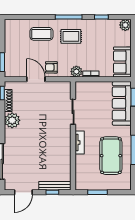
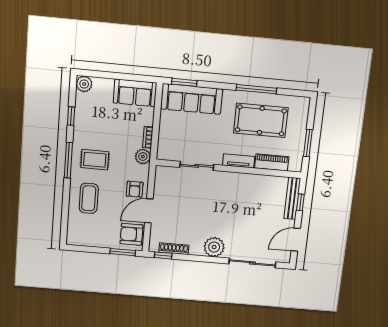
rug: (71, 36) -> (95, 160), turned 90
armchair: (17, 68) -> (132, 234), added
plant: (12, 120) -> (214, 247), moved
piano: (81, 167) -> (272, 162), added
door: (23, 192) -> (296, 240), swing flipped

